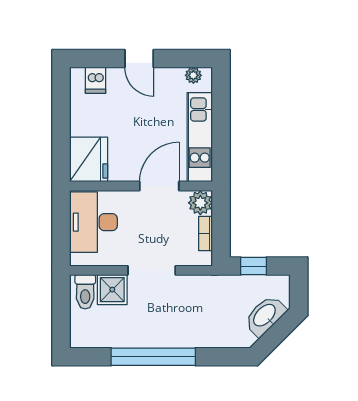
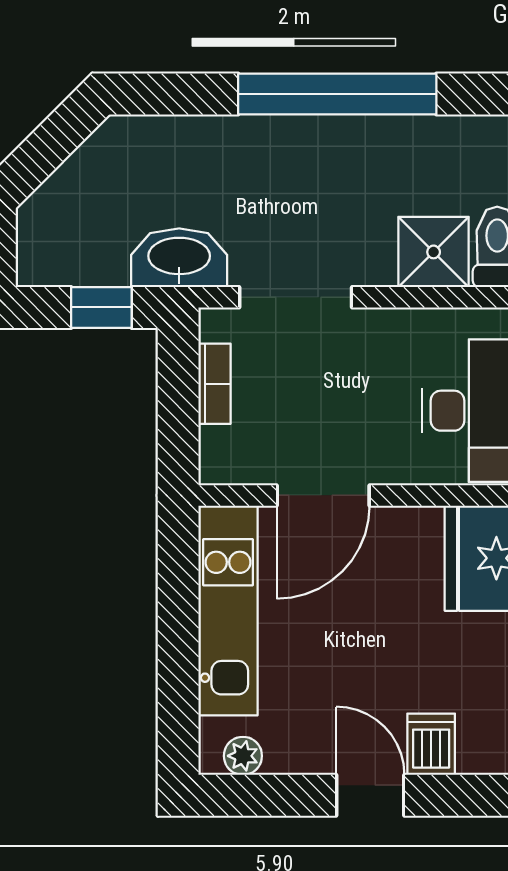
dishwasher: (96, 80) -> (431, 744), moved
plant: (200, 203) -> (227, 456), removed
doorway: (152, 270) -> (296, 297), moved
washbasin: (265, 316) -> (179, 258), moved, turned -135

